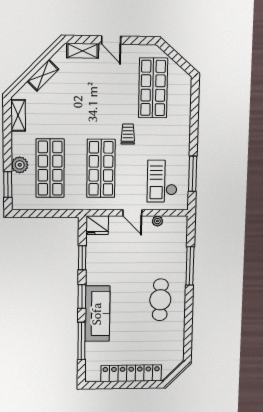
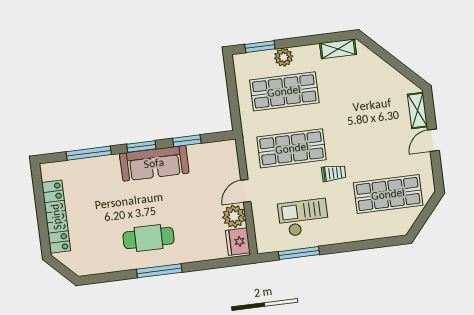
shelving: (43, 75) -> (385, 71), removed
checkout: (162, 181) -> (303, 218), moved
plant: (157, 221) -> (234, 216), width x1.88, depth x1.88
fridge: (97, 225) -> (238, 242), moved
window: (190, 266) -> (159, 271), moved
sofa: (97, 314) -> (154, 163), moved

